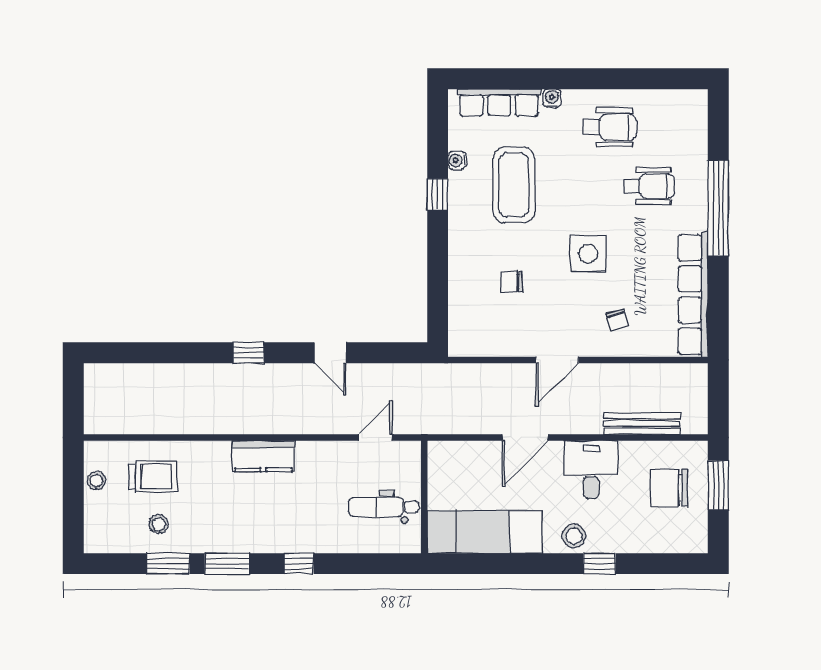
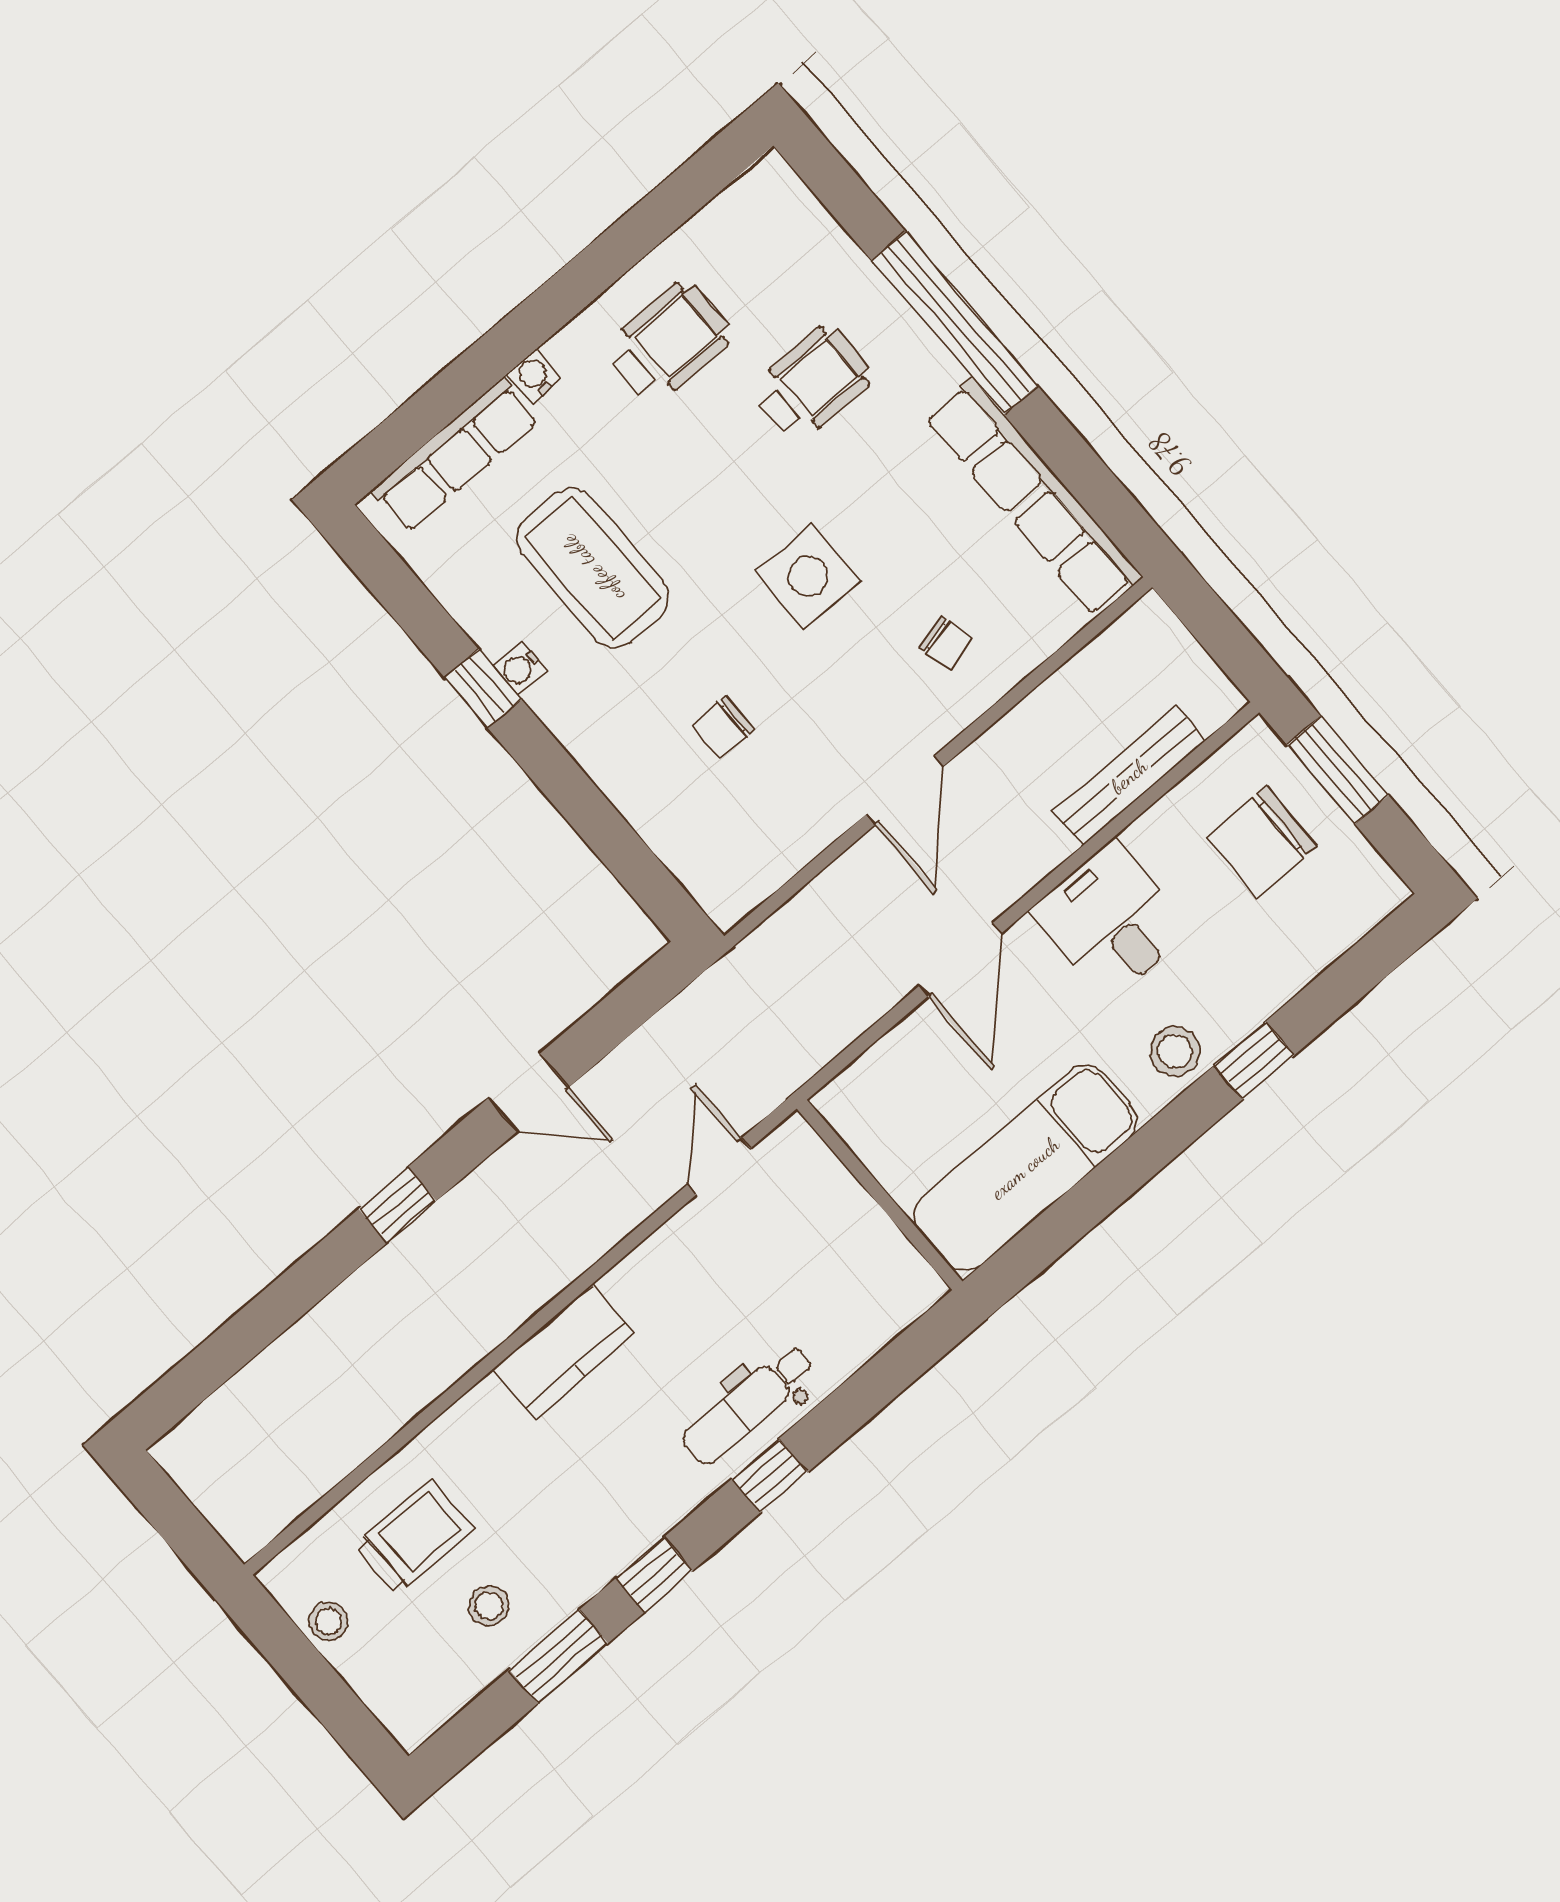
water cooler: (457, 160) -> (520, 668), moved
dental chair: (383, 507) -> (748, 1405), moved
window: (227, 564) -> (654, 1575), width x0.67

